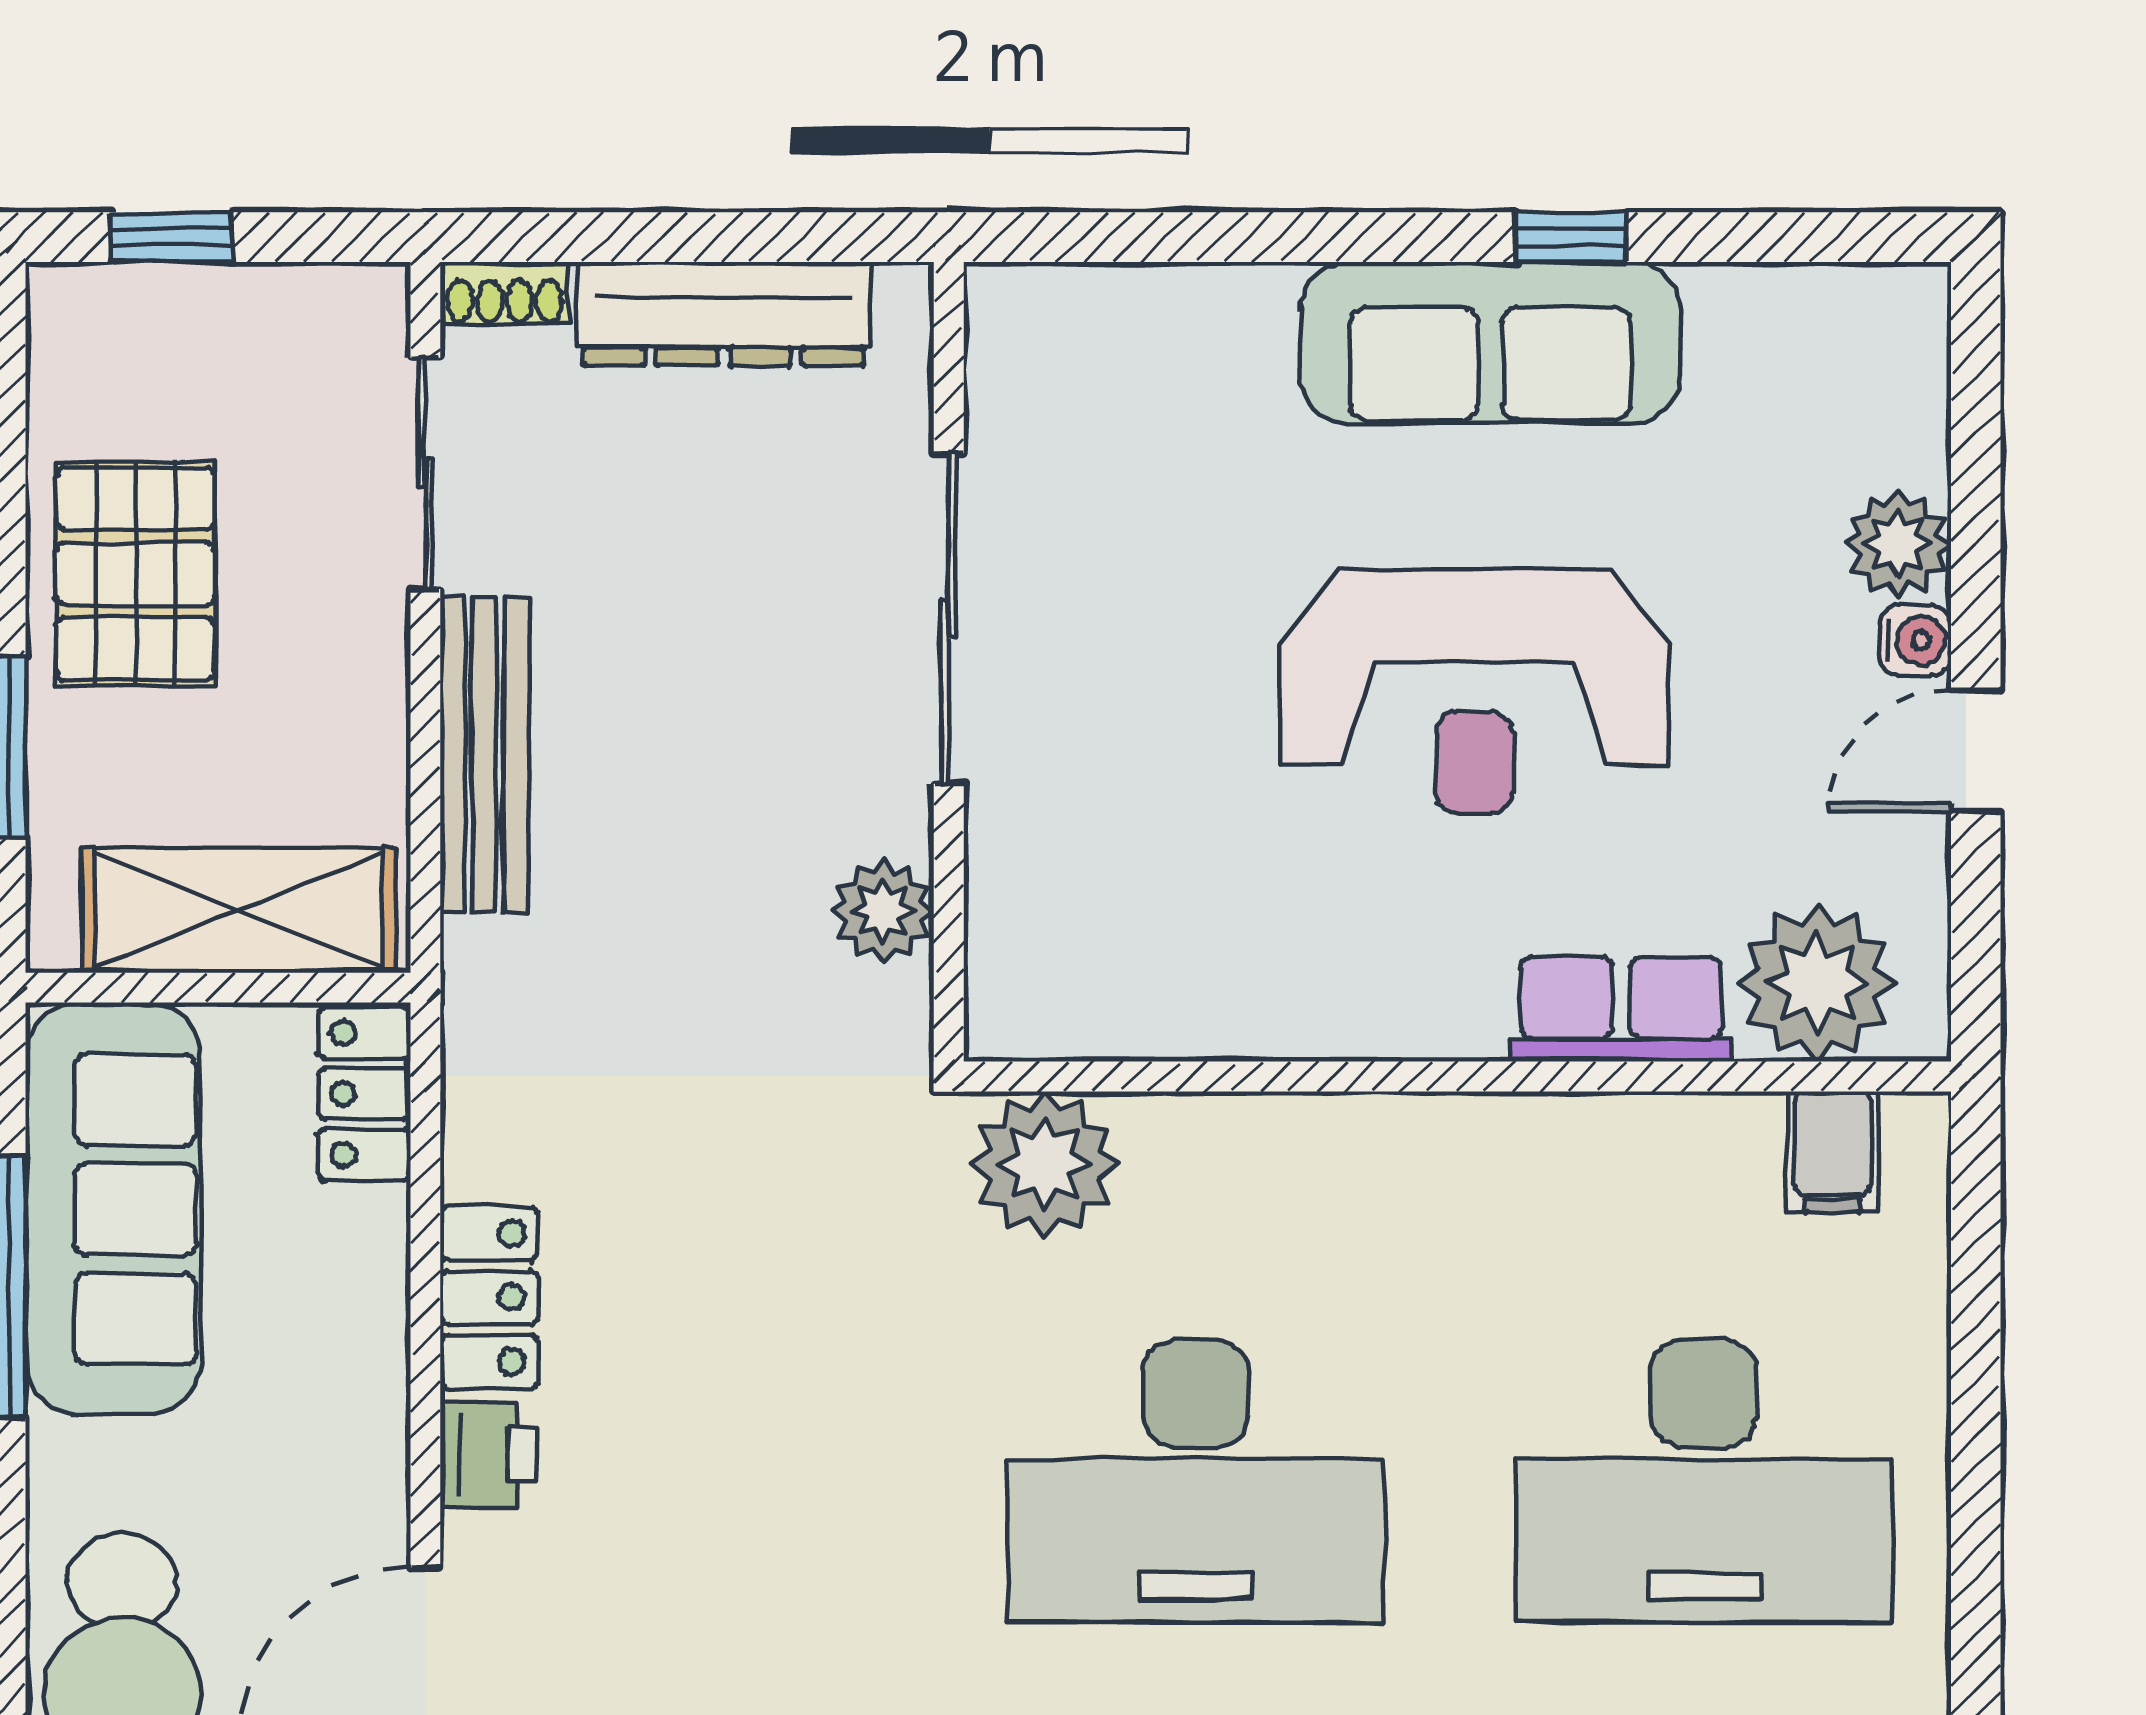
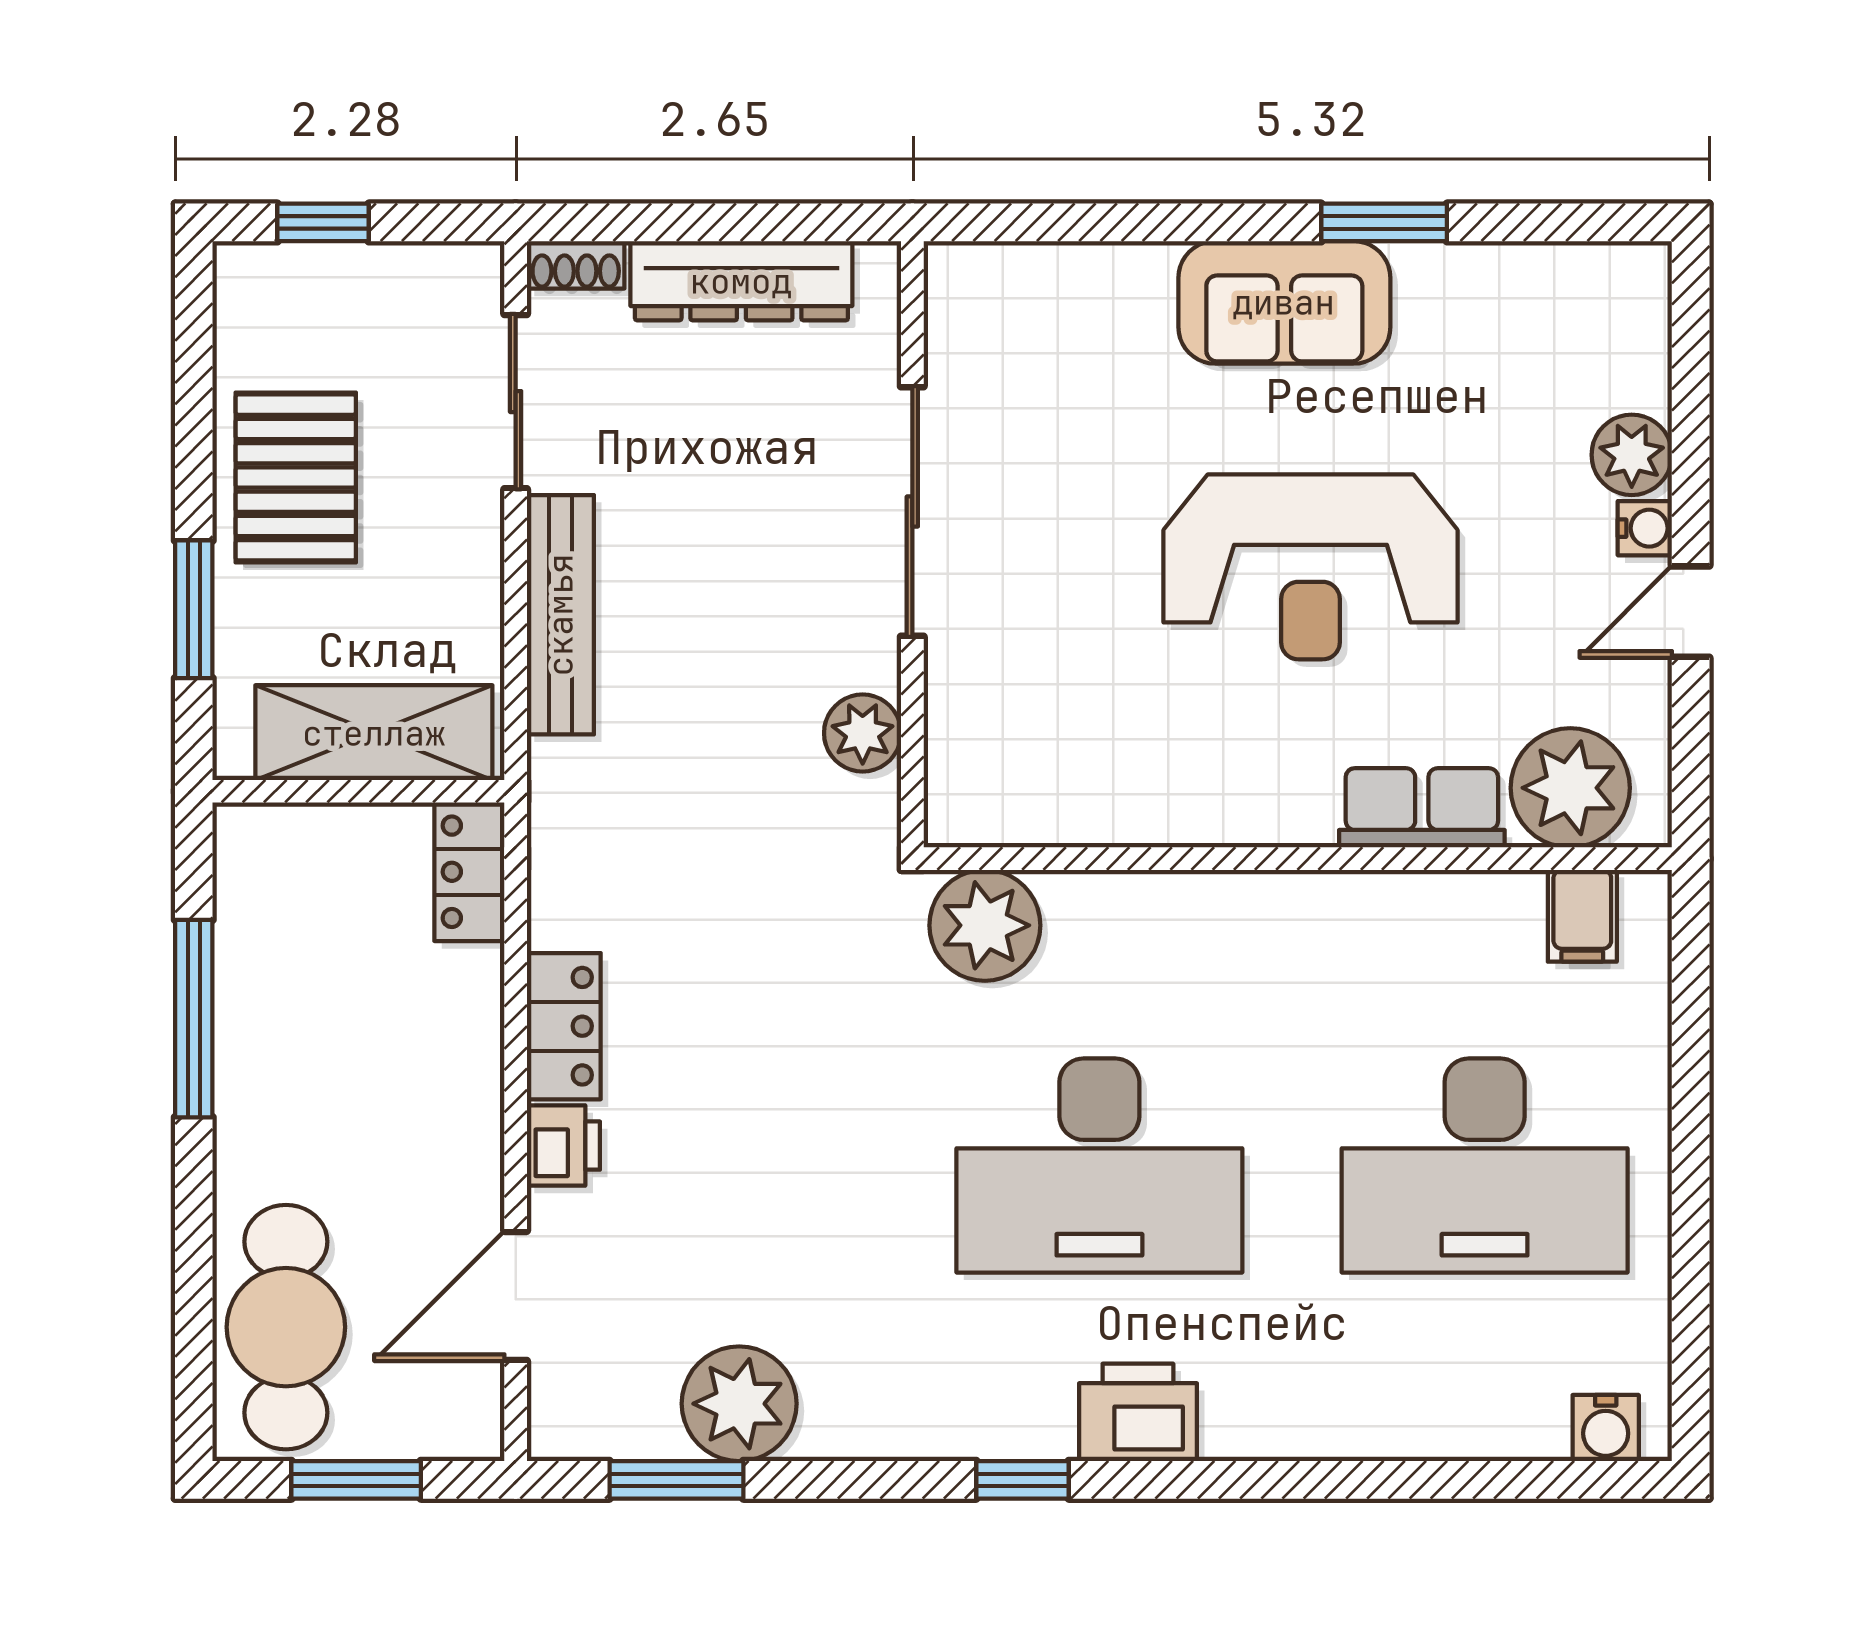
window: (1571, 237) -> (1384, 222), width x1.50
sofa: (1490, 343) -> (1284, 302), width x0.73
sofa: (113, 1209) -> (279, 959), removed

